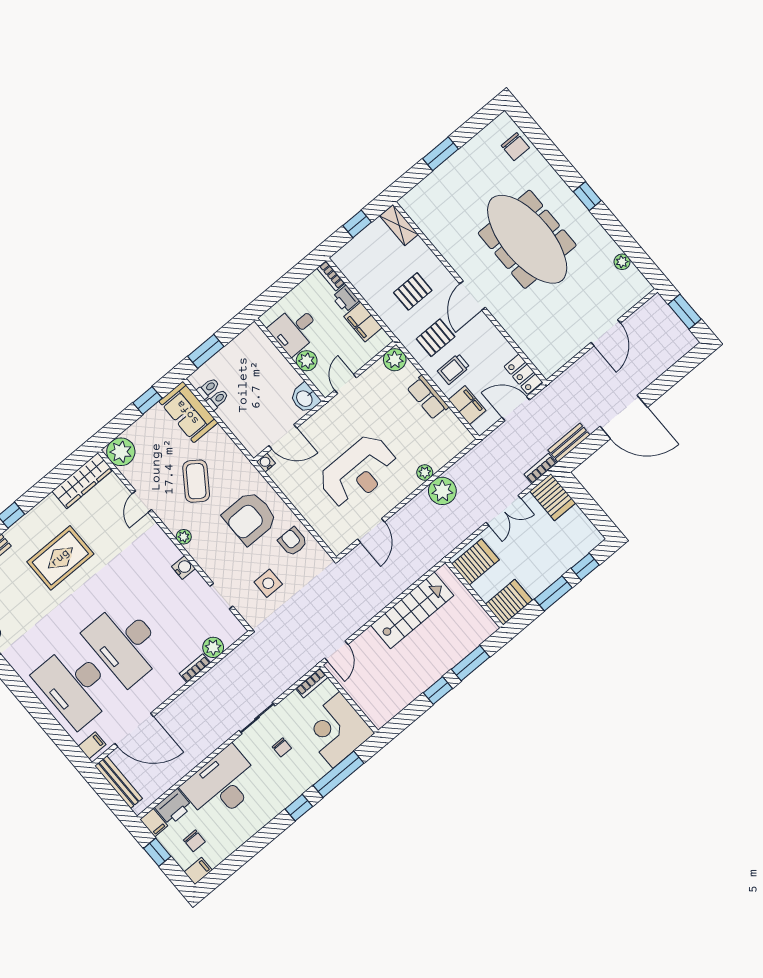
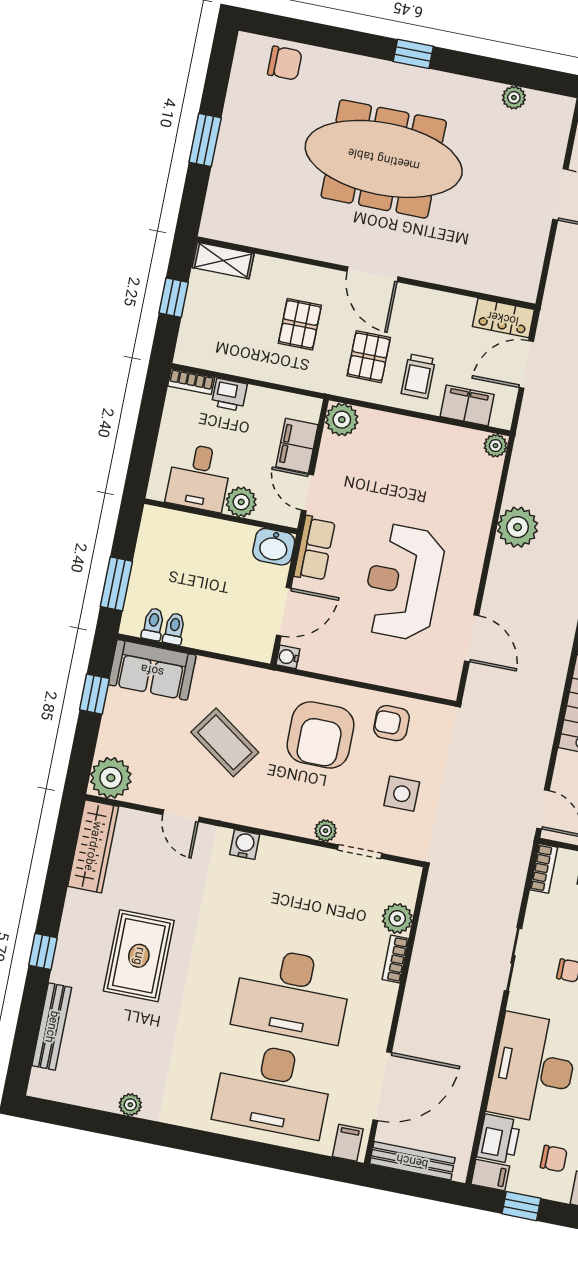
filing cabinet: (363, 322) -> (297, 446), moved, turned 90
row of seats: (428, 397) -> (315, 549), moved, turned -90
reception desk: (358, 472) -> (403, 582), turned 180
plant: (425, 472) -> (495, 446), moved
plant: (184, 537) -> (326, 831), moved
water cooler: (183, 567) -> (245, 845), moved

